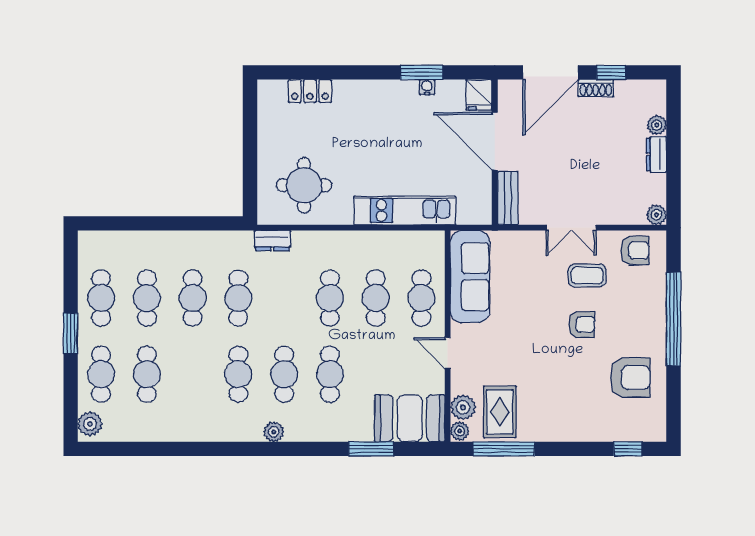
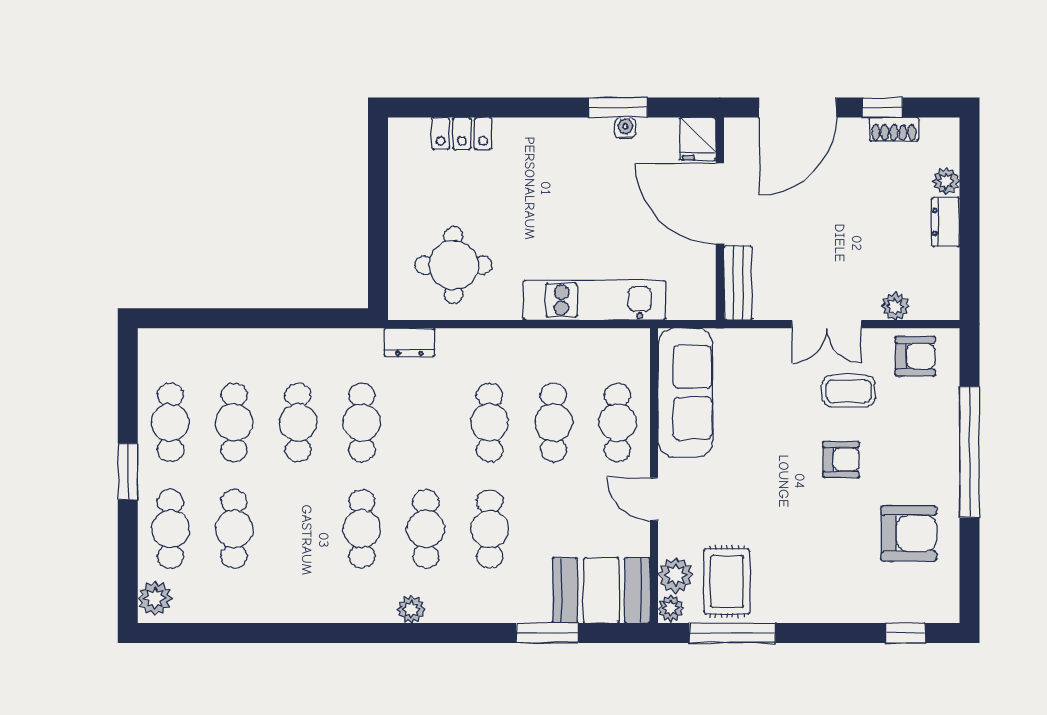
shoe rack: (596, 88) -> (894, 129), moved
plant: (657, 215) -> (895, 306), moved

